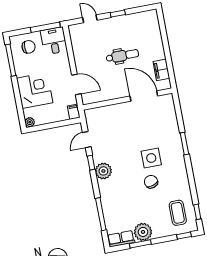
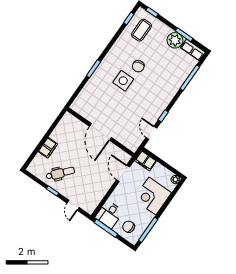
dental chair: (122, 56) -> (60, 173), moved, turned 131
filing cabinet: (161, 70) -> (48, 148), moved
door: (144, 96) -> (100, 132), moved
filing cabinet: (74, 112) -> (145, 161), width x2.00
door: (87, 140) -> (151, 133), swing flipped
plant: (103, 171) -> (161, 103), removed

